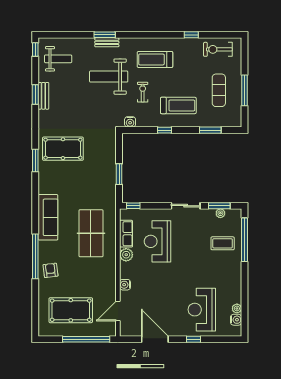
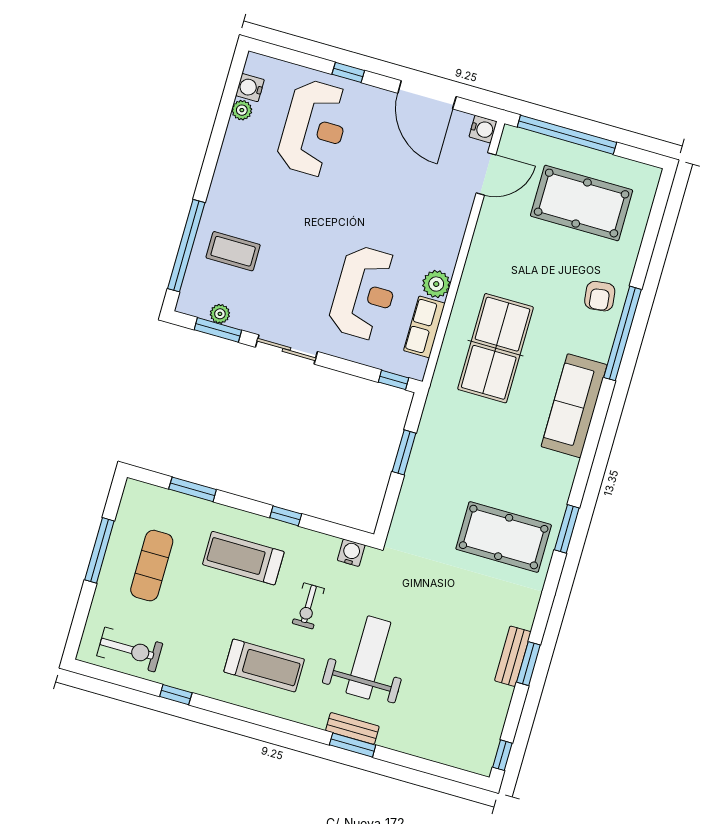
weight bench: (58, 59) -> (461, 723), removed
weight bench: (109, 77) -> (368, 658), turned -90
water cooler: (125, 285) -> (483, 129), moved

